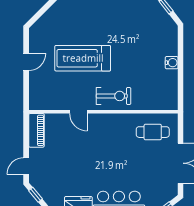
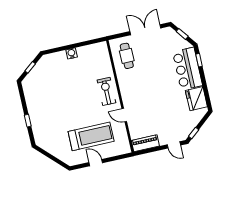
treadmill: (83, 58) -> (91, 136), moved, turned -90
door: (78, 112) -> (124, 115), swing flipped

